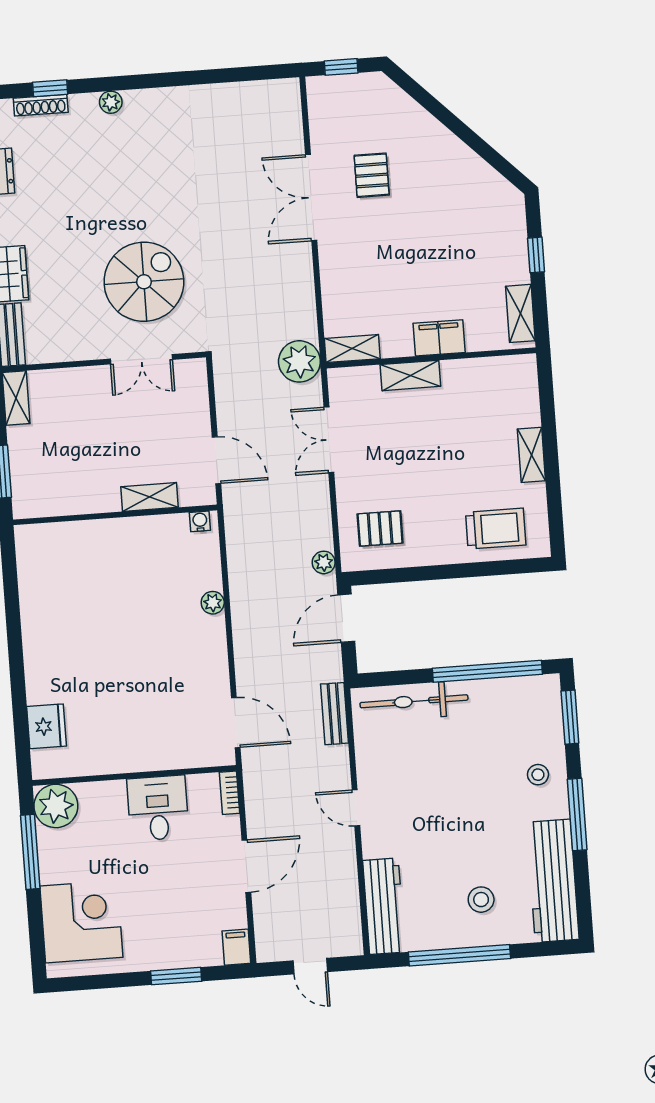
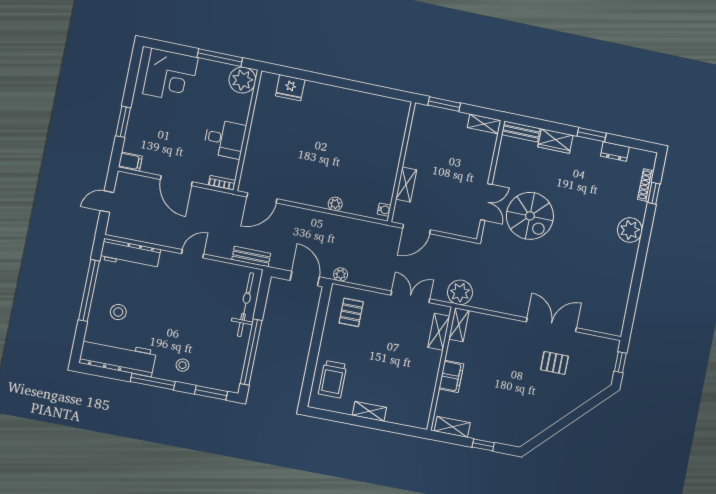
plant: (111, 102) -> (630, 230), width x1.87, depth x1.87
double door: (141, 359) -> (486, 202), swing flipped
shelving: (410, 375) -> (439, 332), moved

